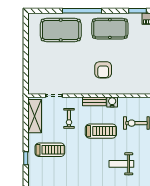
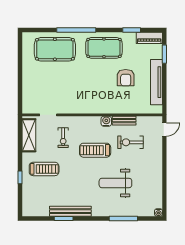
armchair: (103, 70) -> (126, 78), moved
bench: (94, 101) -> (124, 121), moved
treadmill: (101, 131) -> (95, 150), turned 180
weight bench: (121, 164) -> (115, 183), width x1.36, depth x1.33

